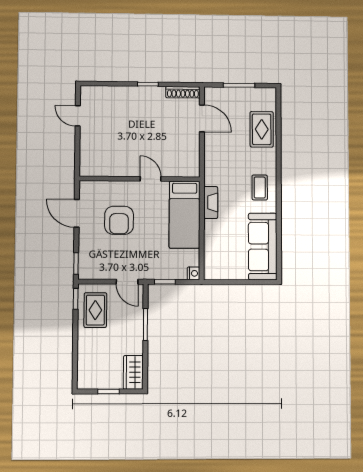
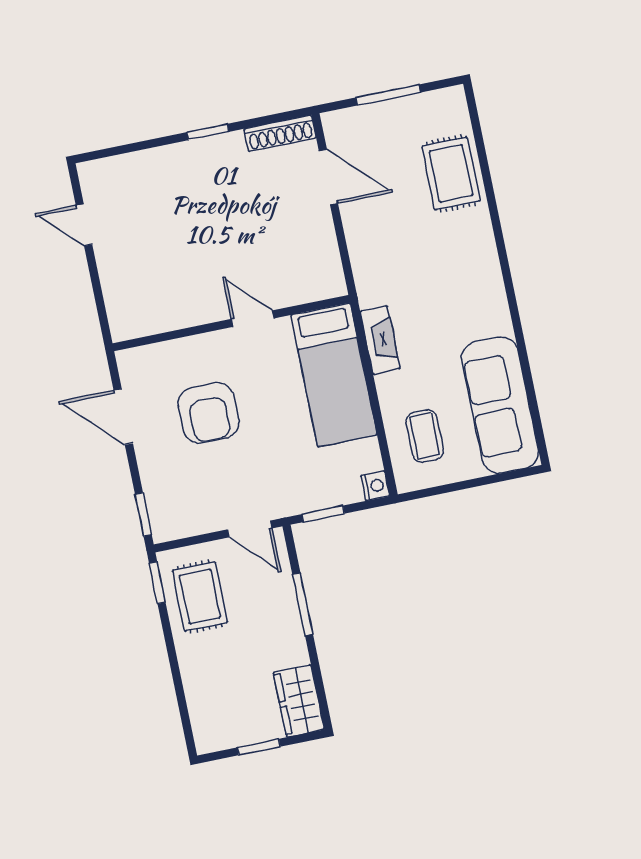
coffee table: (260, 187) -> (425, 436), moved

